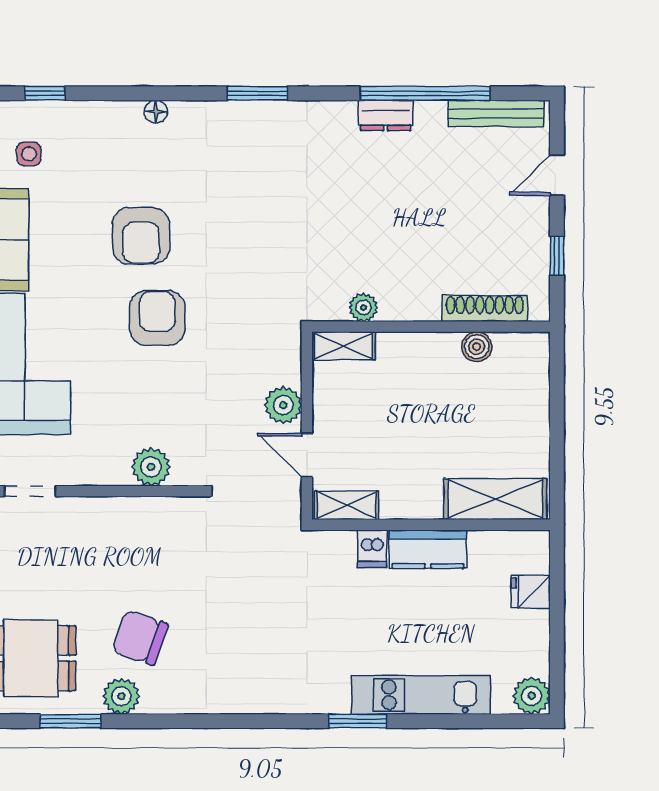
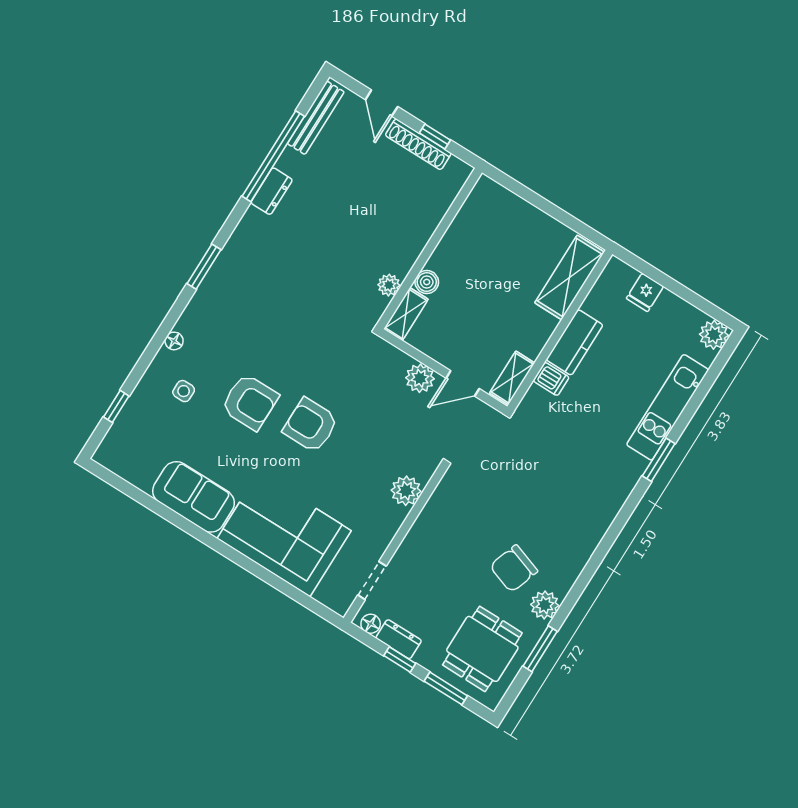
side table: (29, 154) -> (184, 391), moved
shoe rack: (485, 308) -> (418, 144), moved, turned -90
boiler: (477, 347) -> (427, 282), moved

